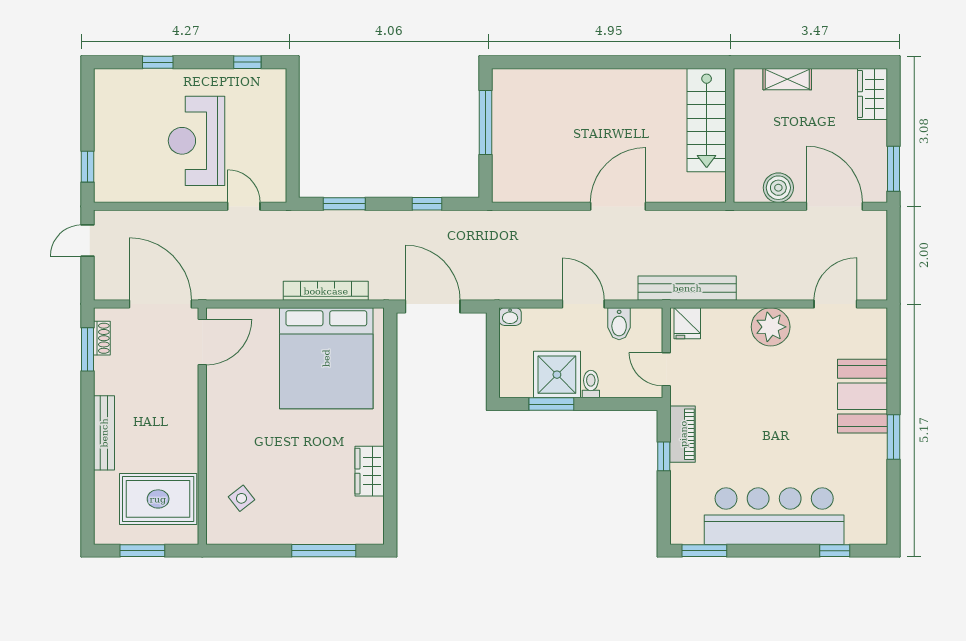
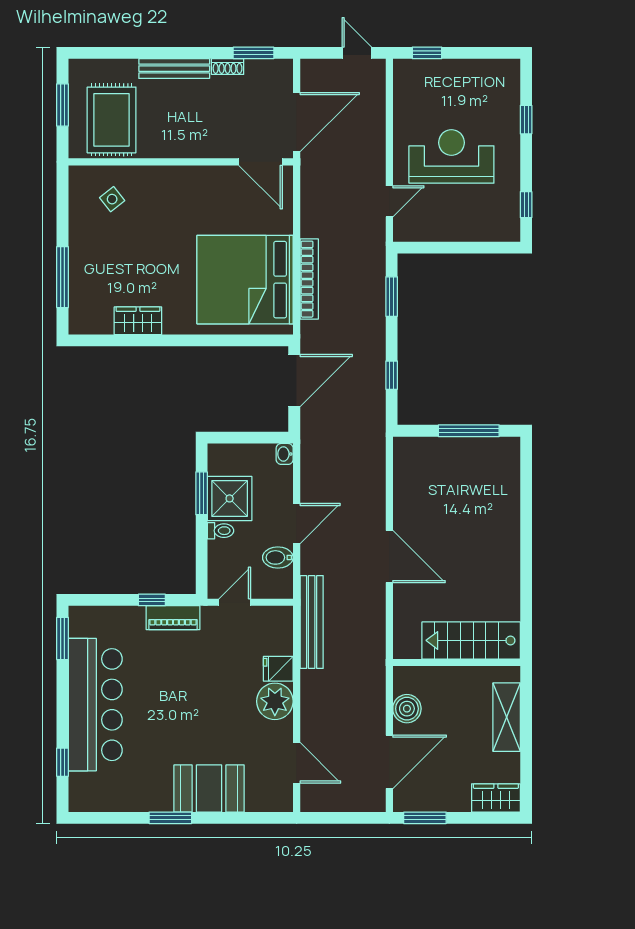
shelving: (787, 79) -> (507, 717), width x1.50, depth x1.33
fridge: (687, 323) -> (278, 669), moved
shoe rack: (102, 338) -> (228, 67), moved

